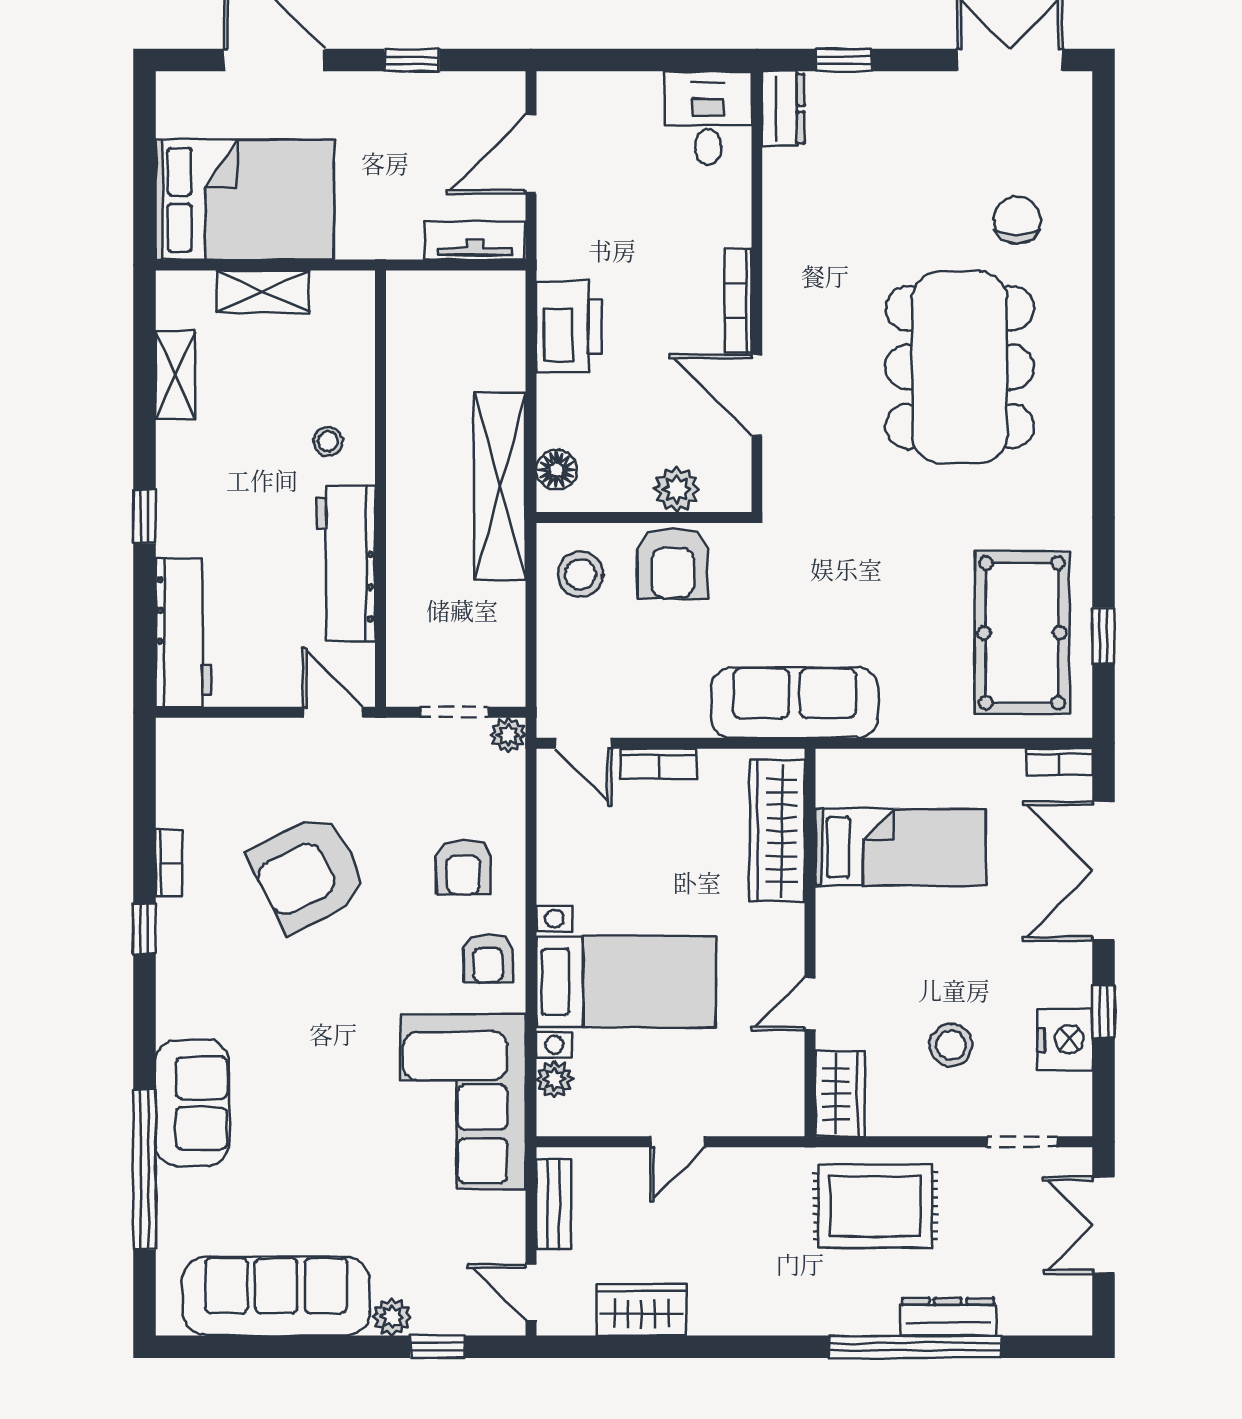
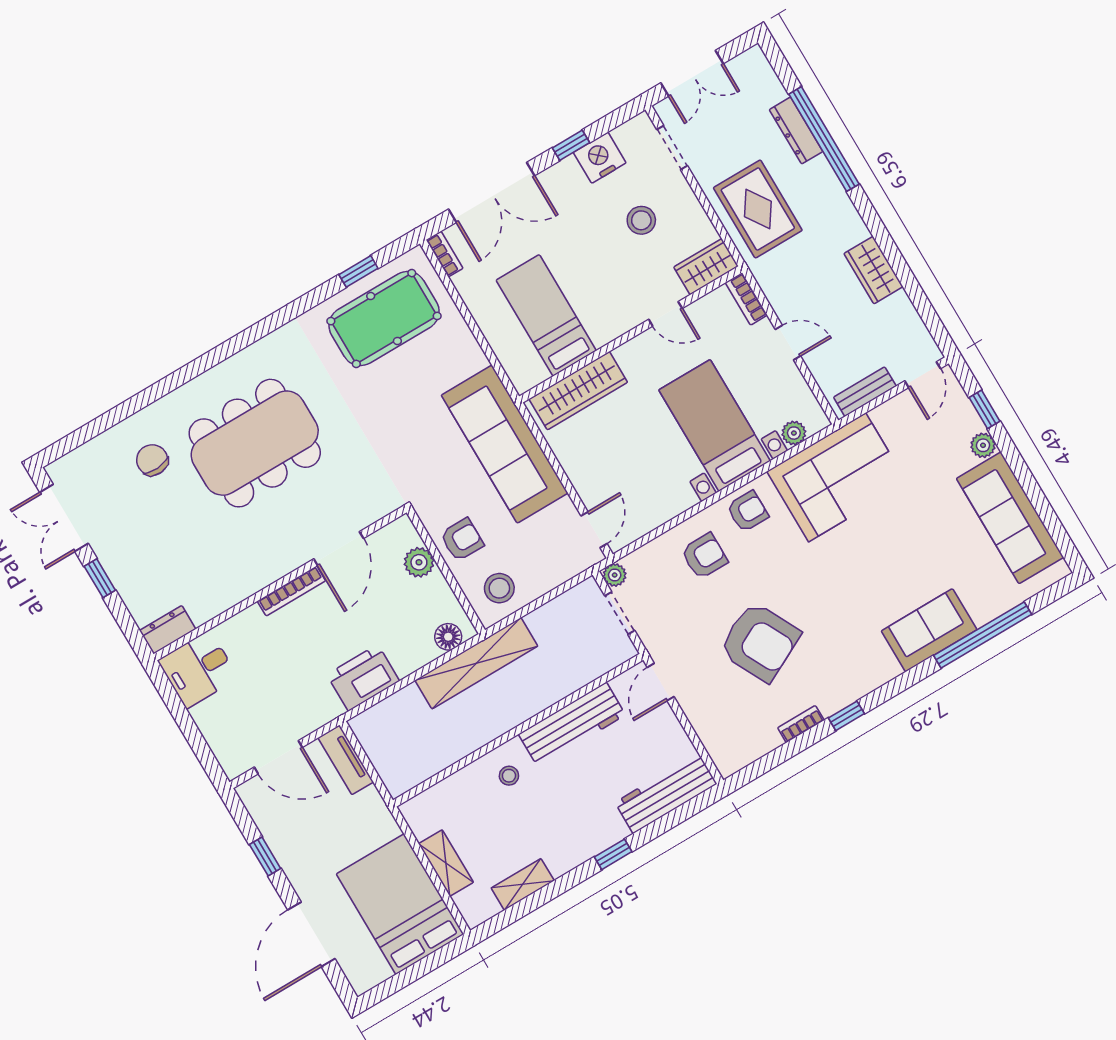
window: (844, 60) -> (100, 578), moved
chair: (1017, 220) -> (152, 460), turned 86
armchair: (673, 563) -> (462, 540), width x0.72, depth x0.72
sofa: (795, 703) -> (505, 444), width x1.36, depth x1.27
bookcase: (659, 764) -> (746, 299), moved, turned 180
wardrobe: (642, 1310) -> (873, 270), moved

